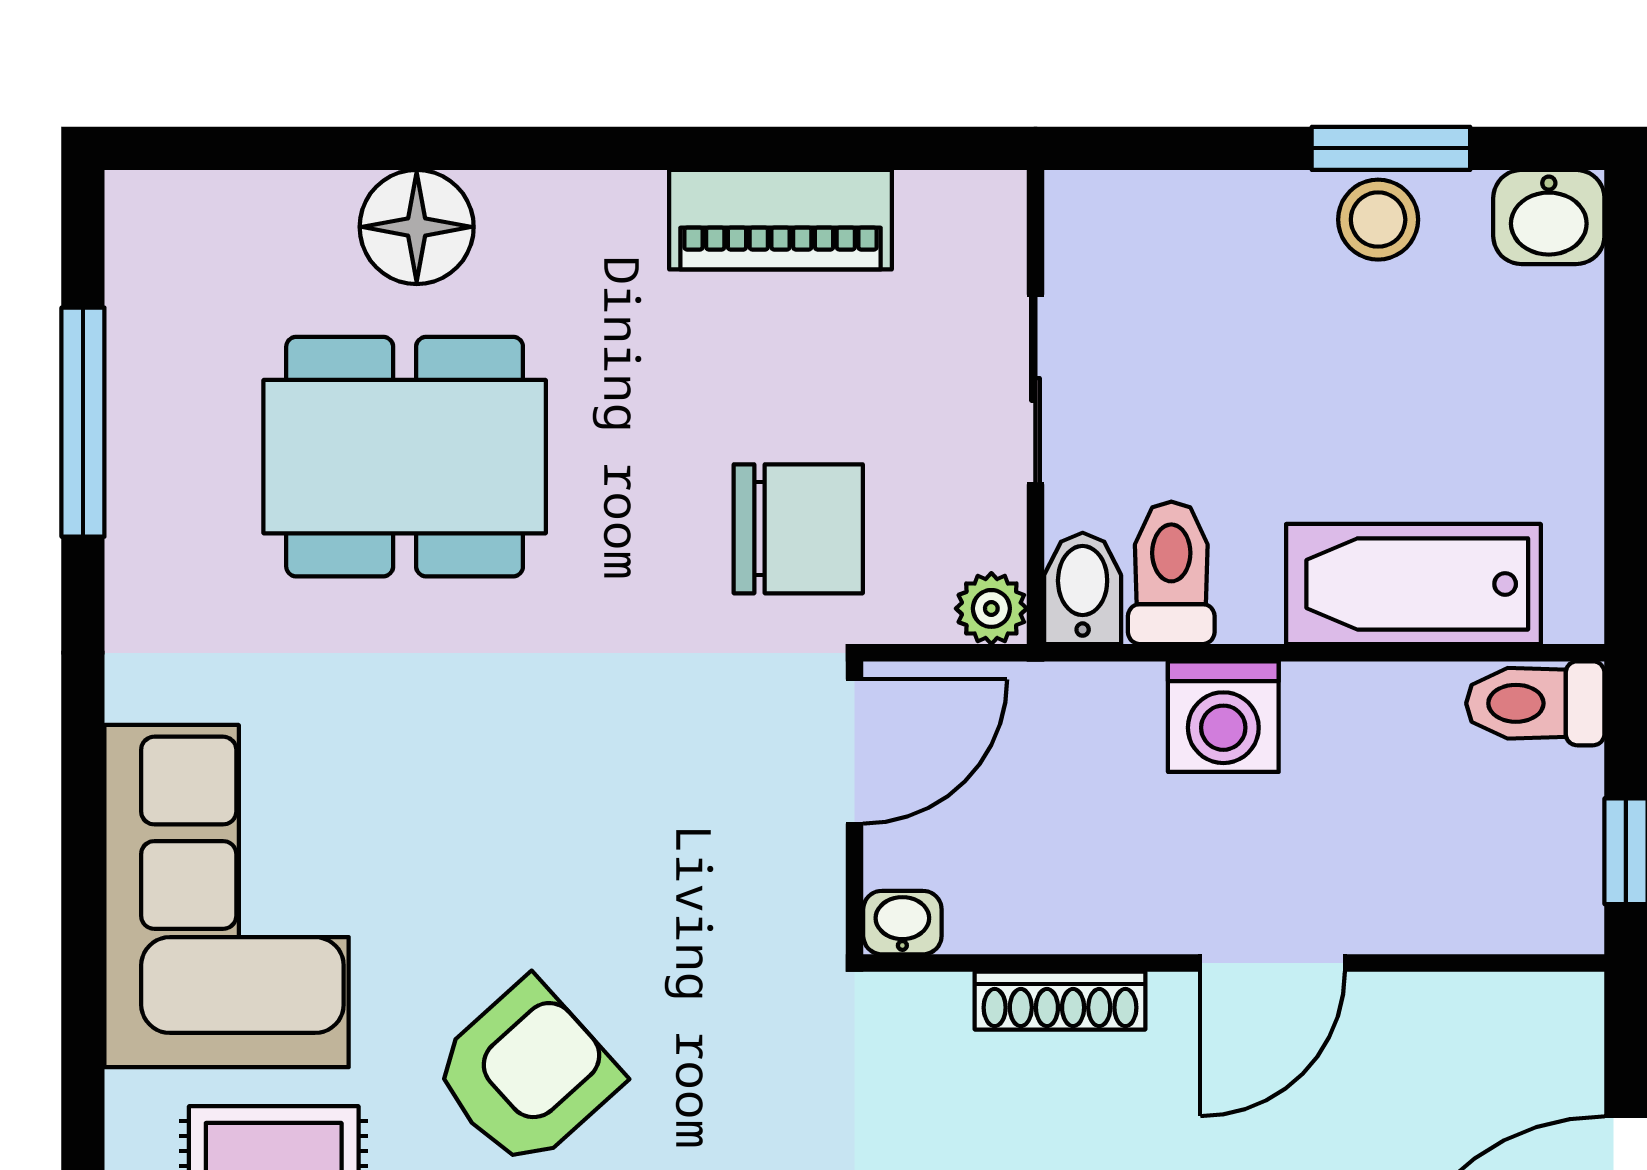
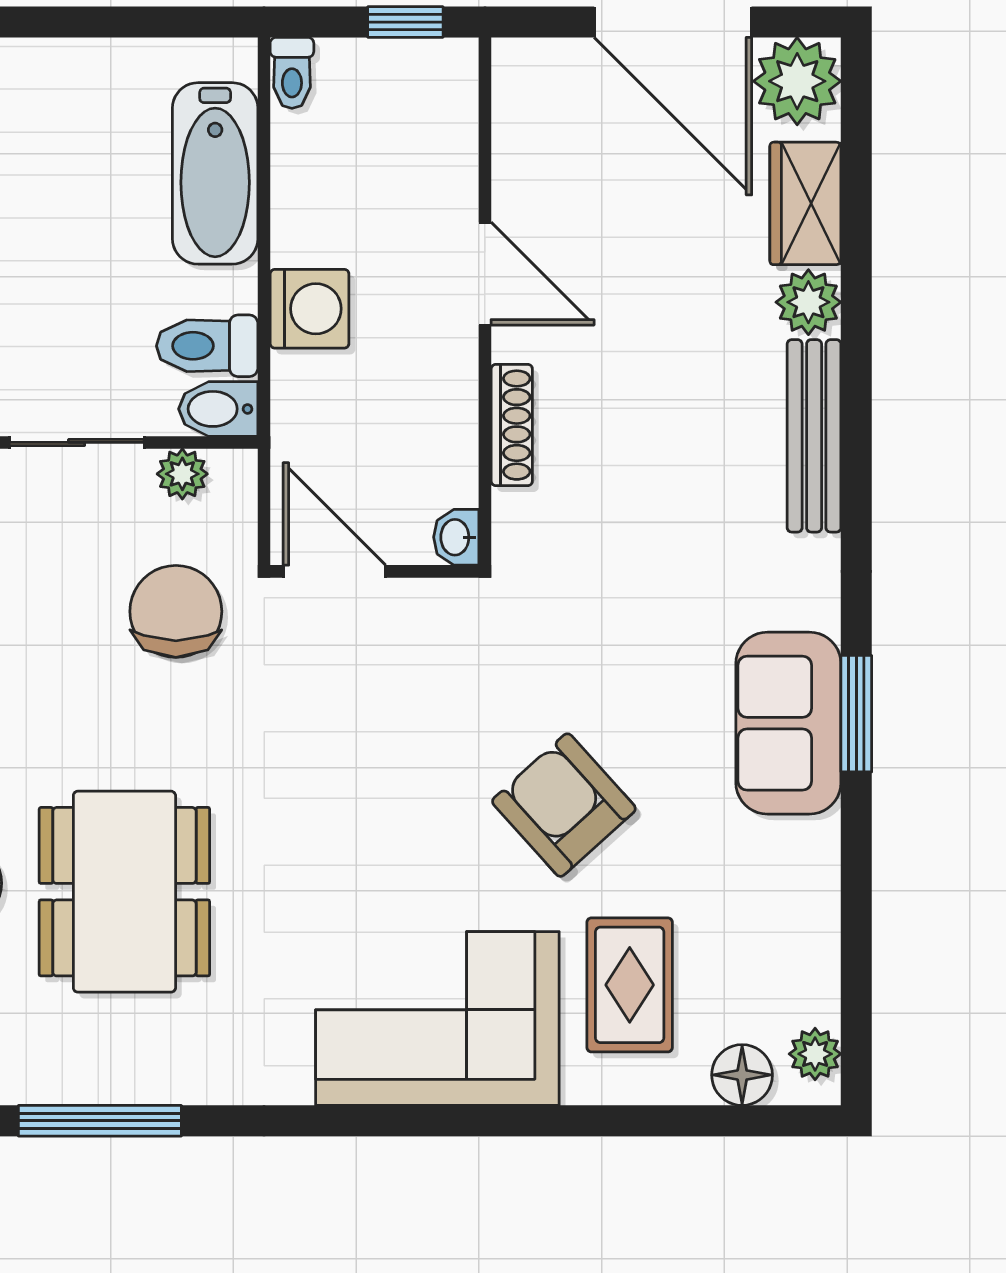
plant: (991, 608) -> (182, 474), moved
toilet: (1535, 703) -> (292, 73), width x0.73, depth x0.72

